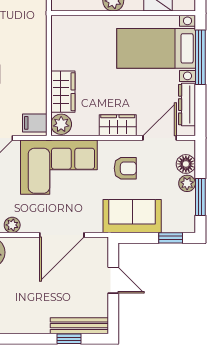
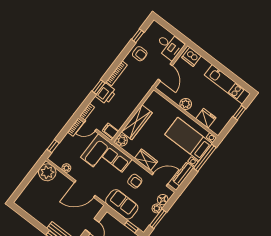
wardrobe: (63, 92) -> (137, 122), width x1.50

